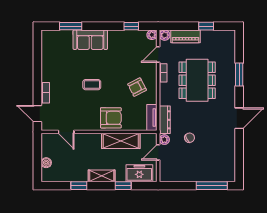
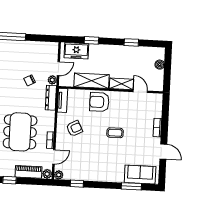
sofa: (90, 40) -> (140, 175), moved
door: (37, 114) -> (163, 152), moved
shelving: (102, 176) -> (121, 84), moved

